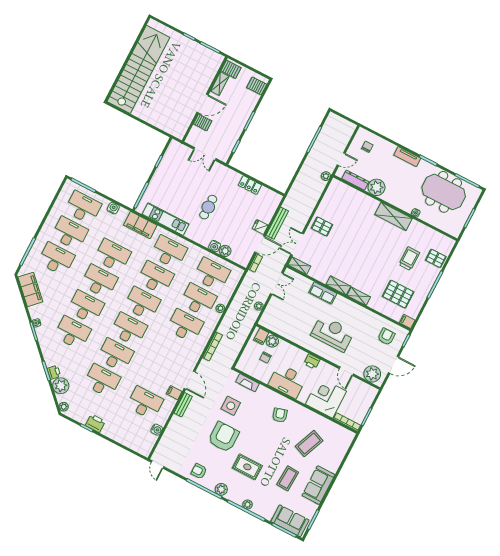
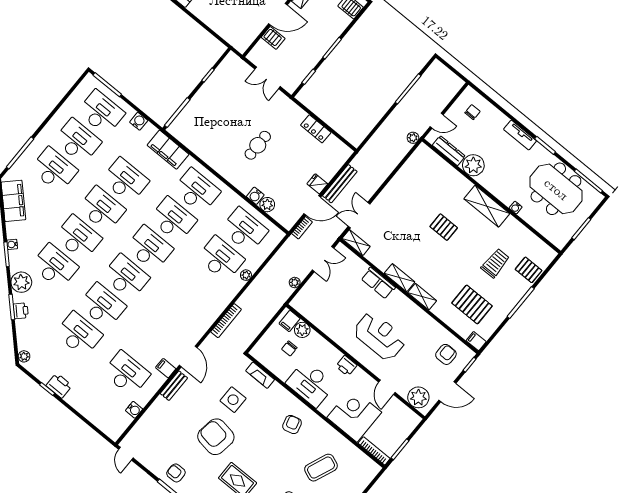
kitchen unit: (166, 219) -> (201, 149), removed
pallet: (322, 226) -> (444, 227), moved
desk: (185, 326) -> (197, 287), removed
plant: (61, 386) -> (21, 282), moved
armchair: (224, 437) -> (216, 437), turned -81

